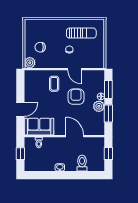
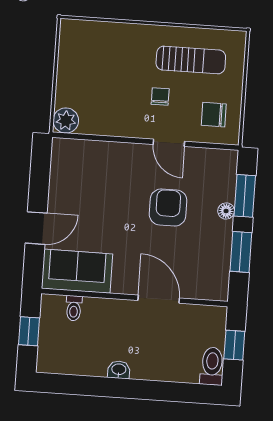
chair: (40, 47) -> (214, 115), moved
coffee table: (54, 84) -> (119, 174), removed
plant: (99, 106) -> (220, 234), removed
toilet: (82, 163) -> (212, 366), moved

